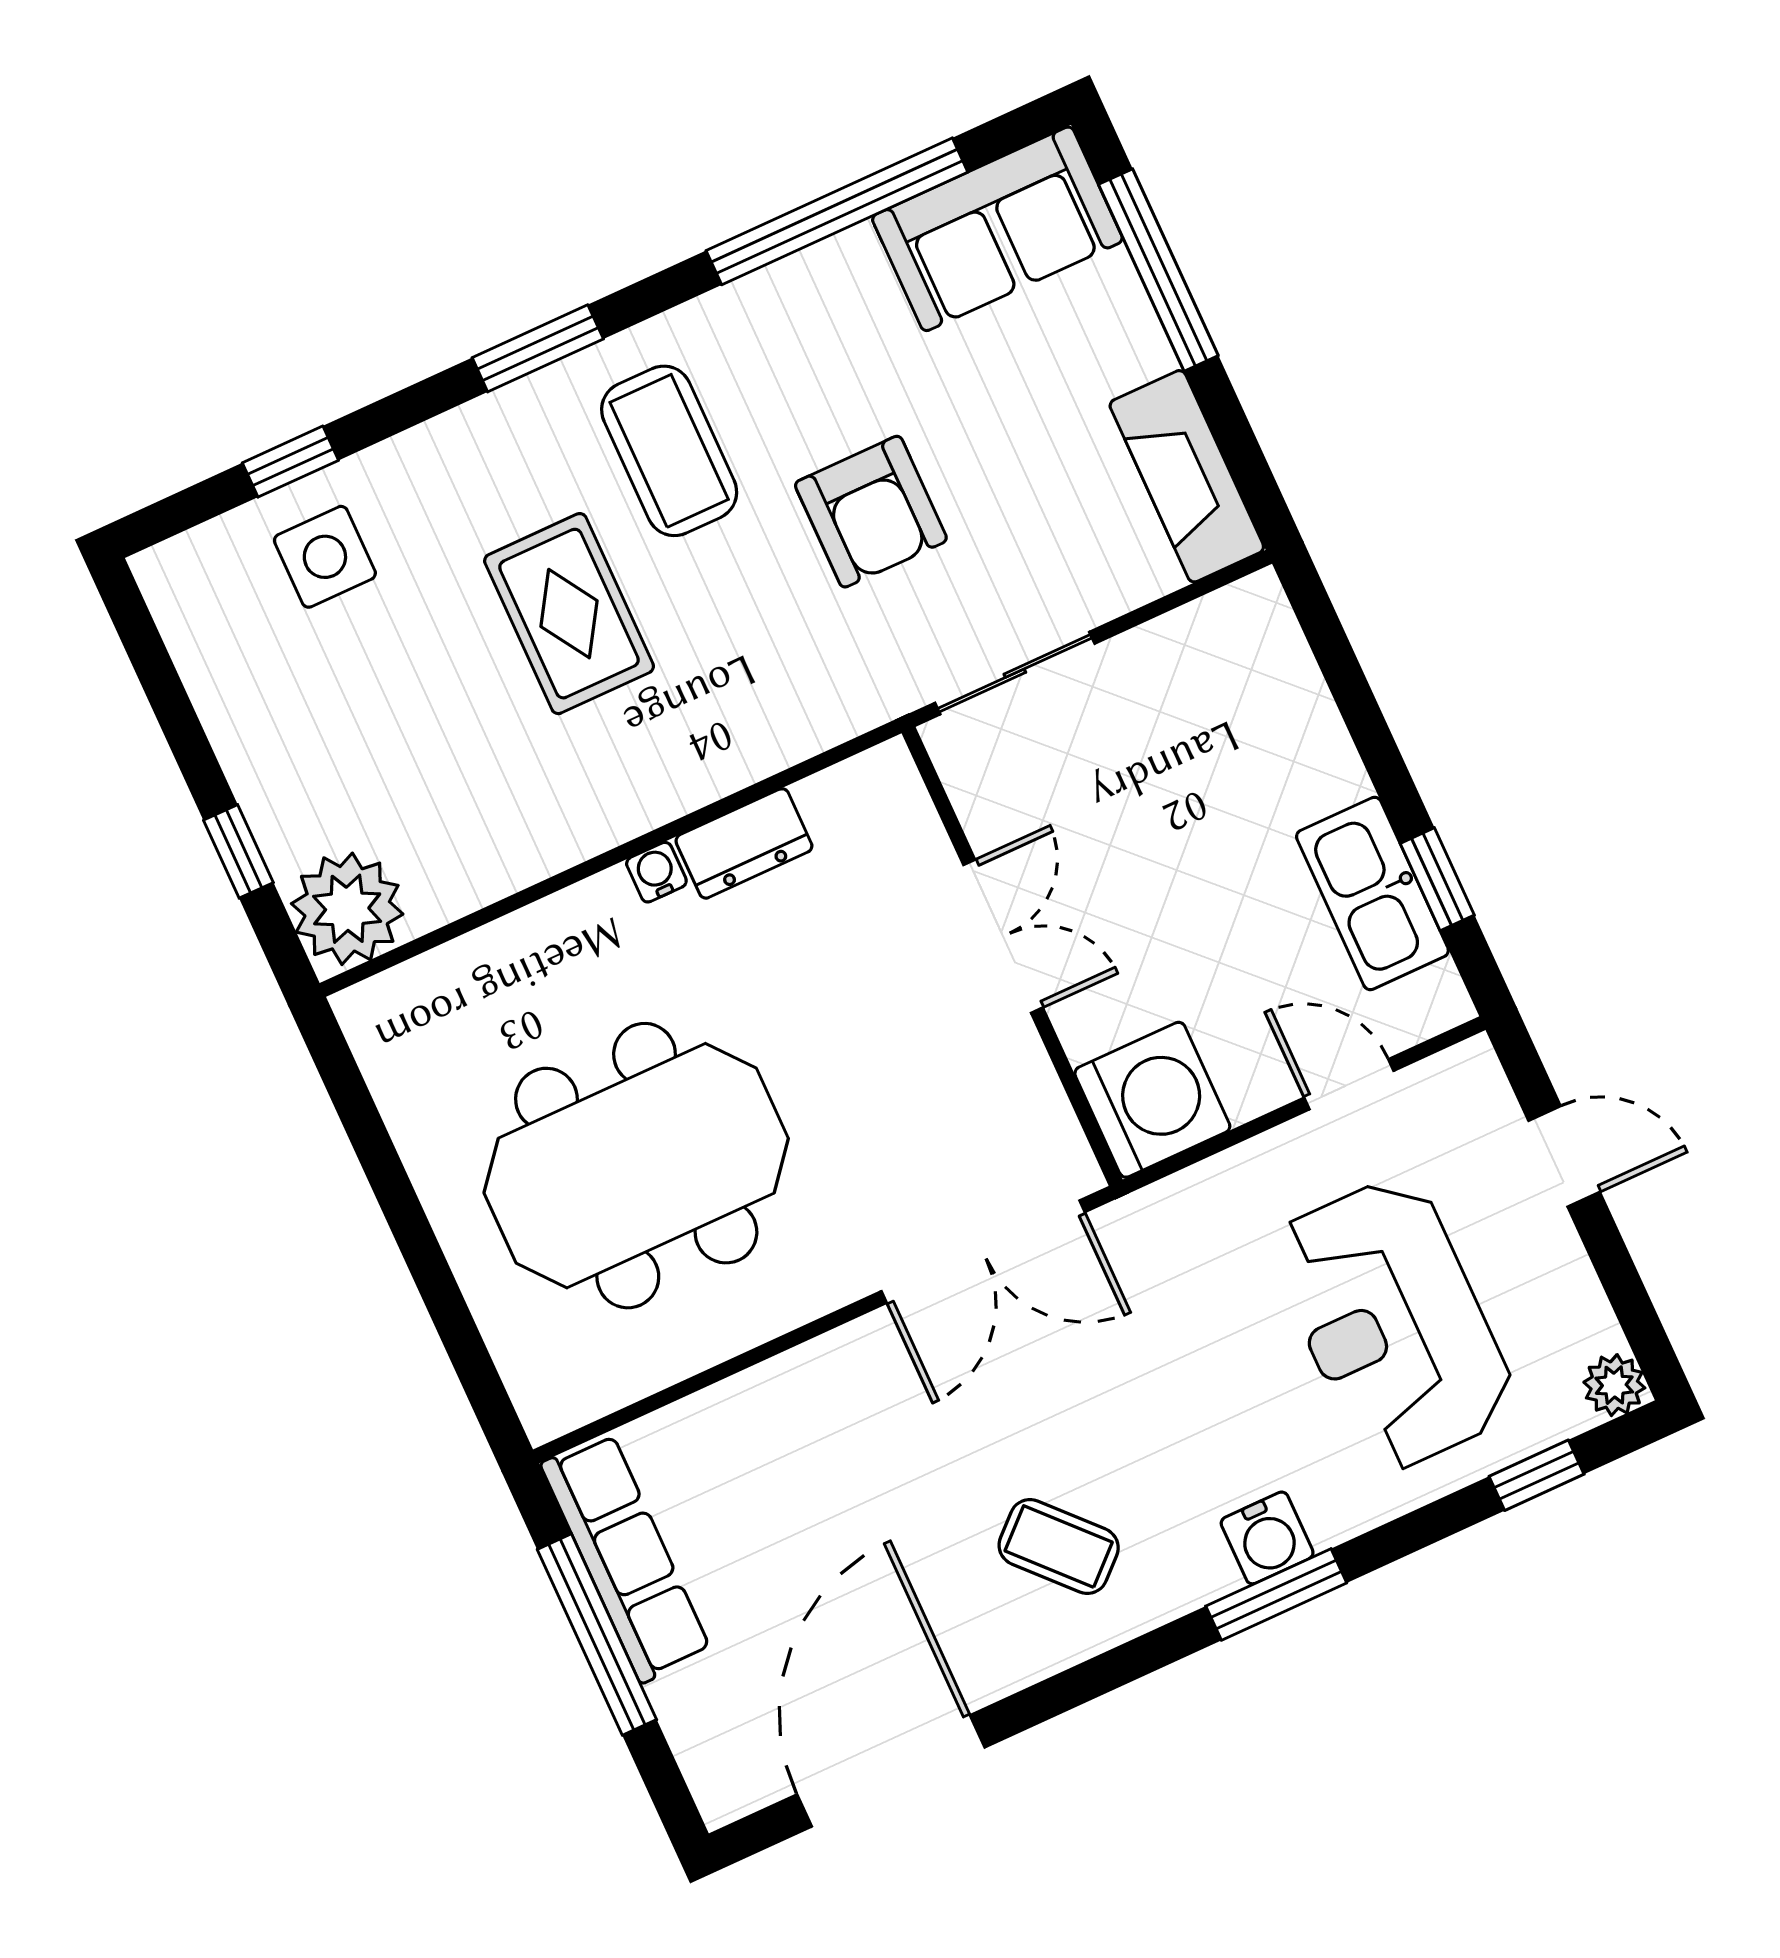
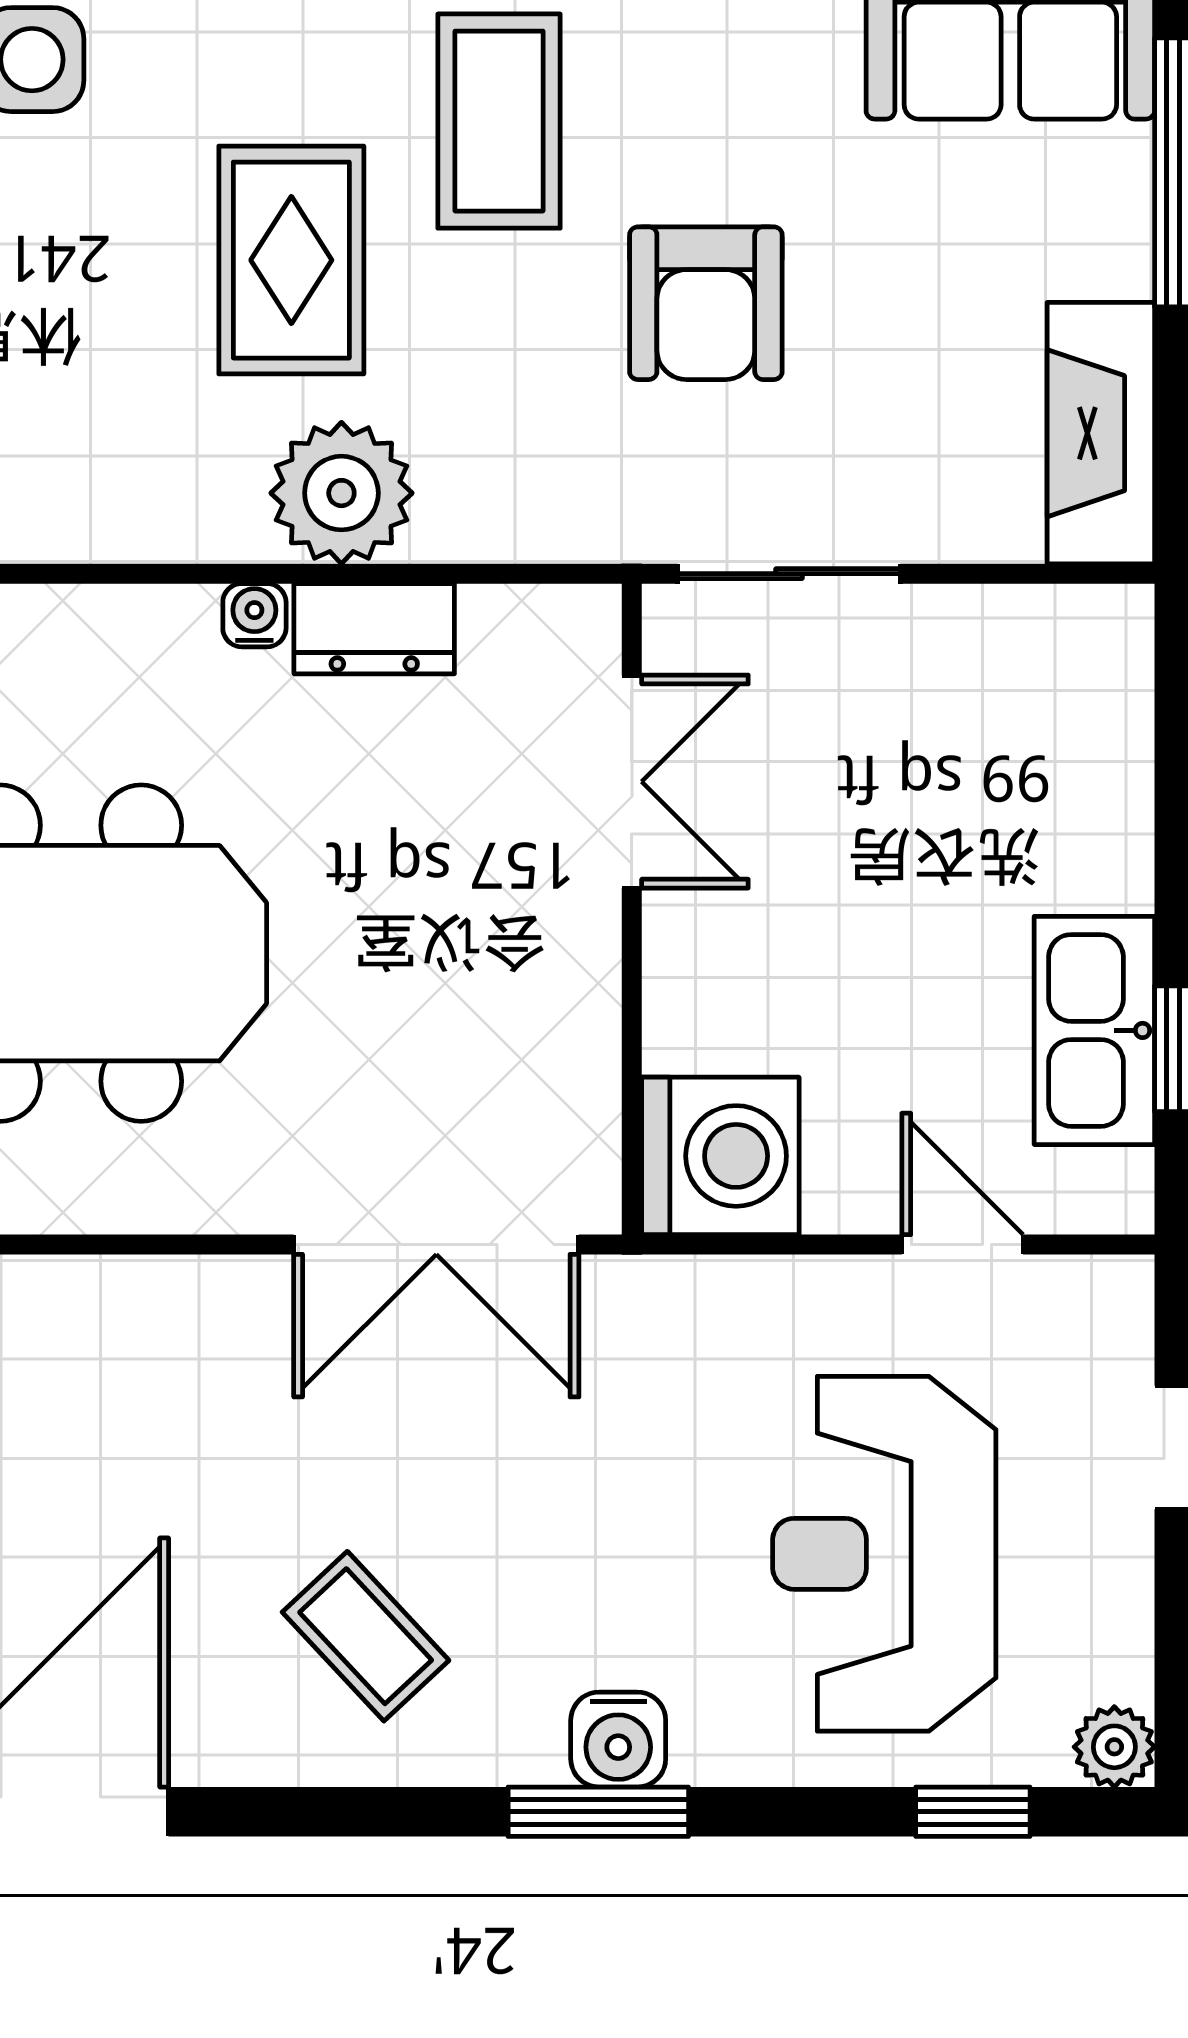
plant: (678, 760) -> (341, 493), added
double door: (1003, 936) -> (632, 782), moved

